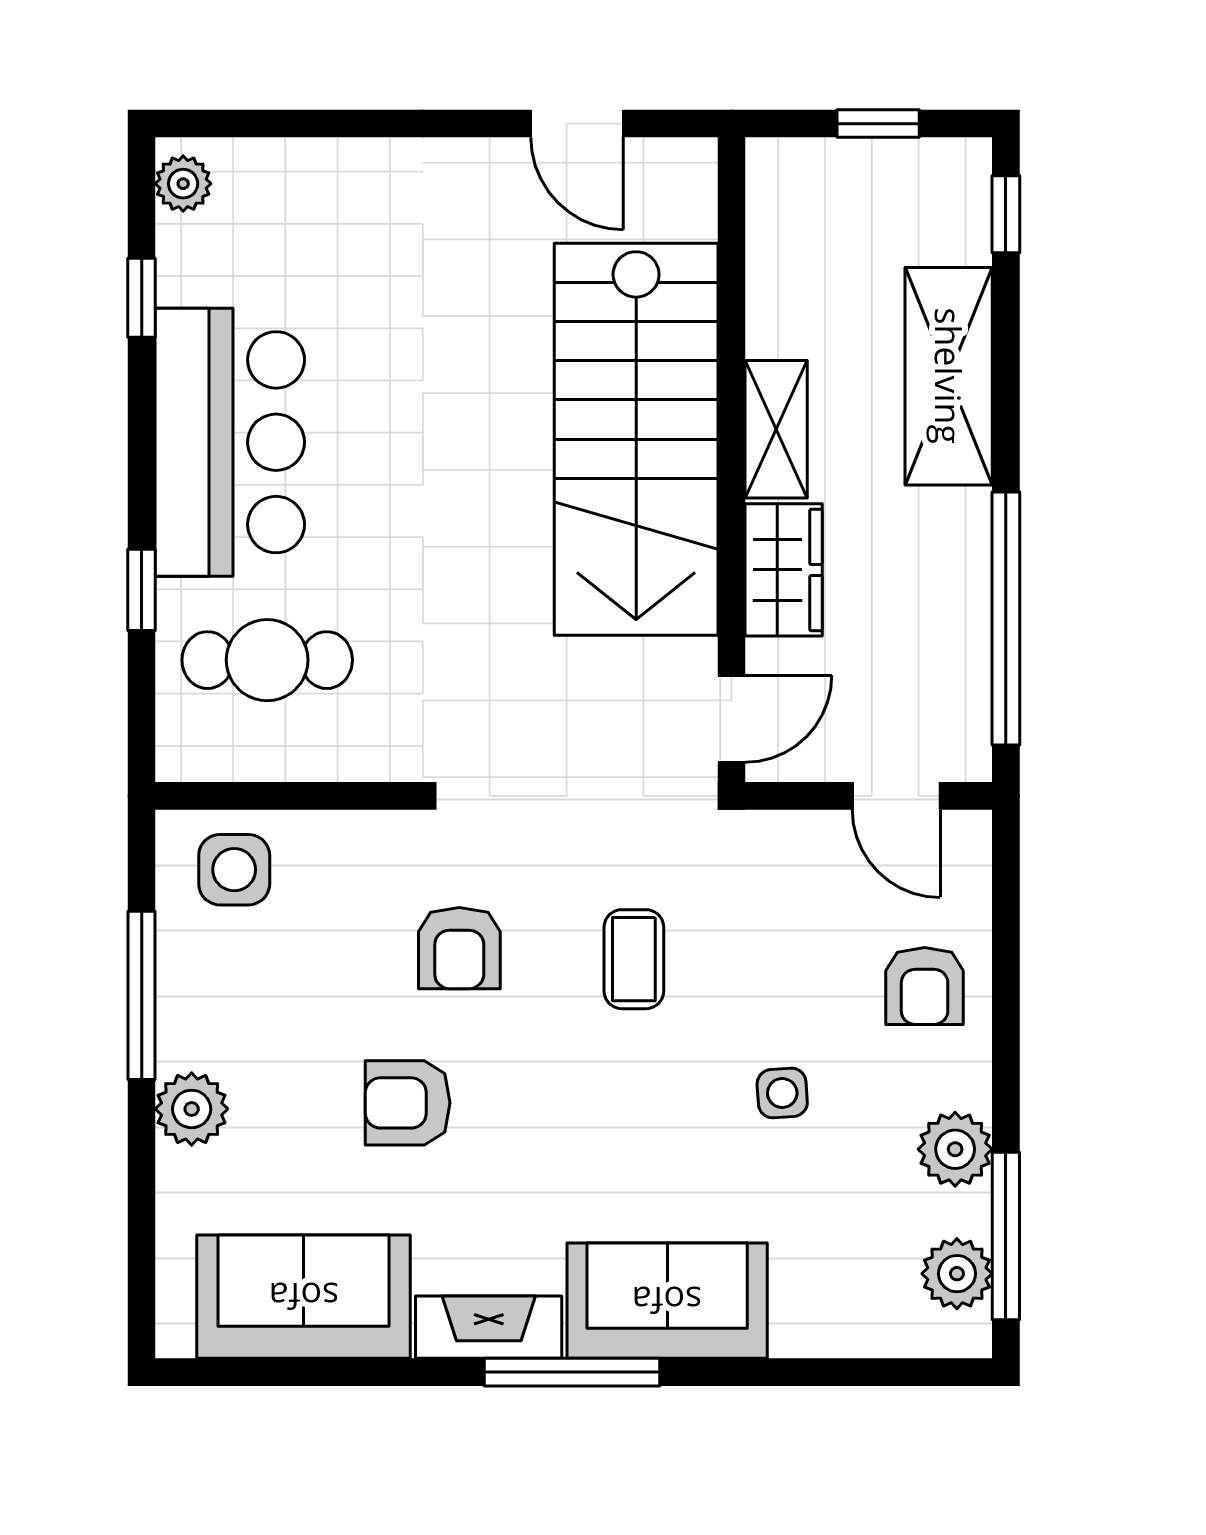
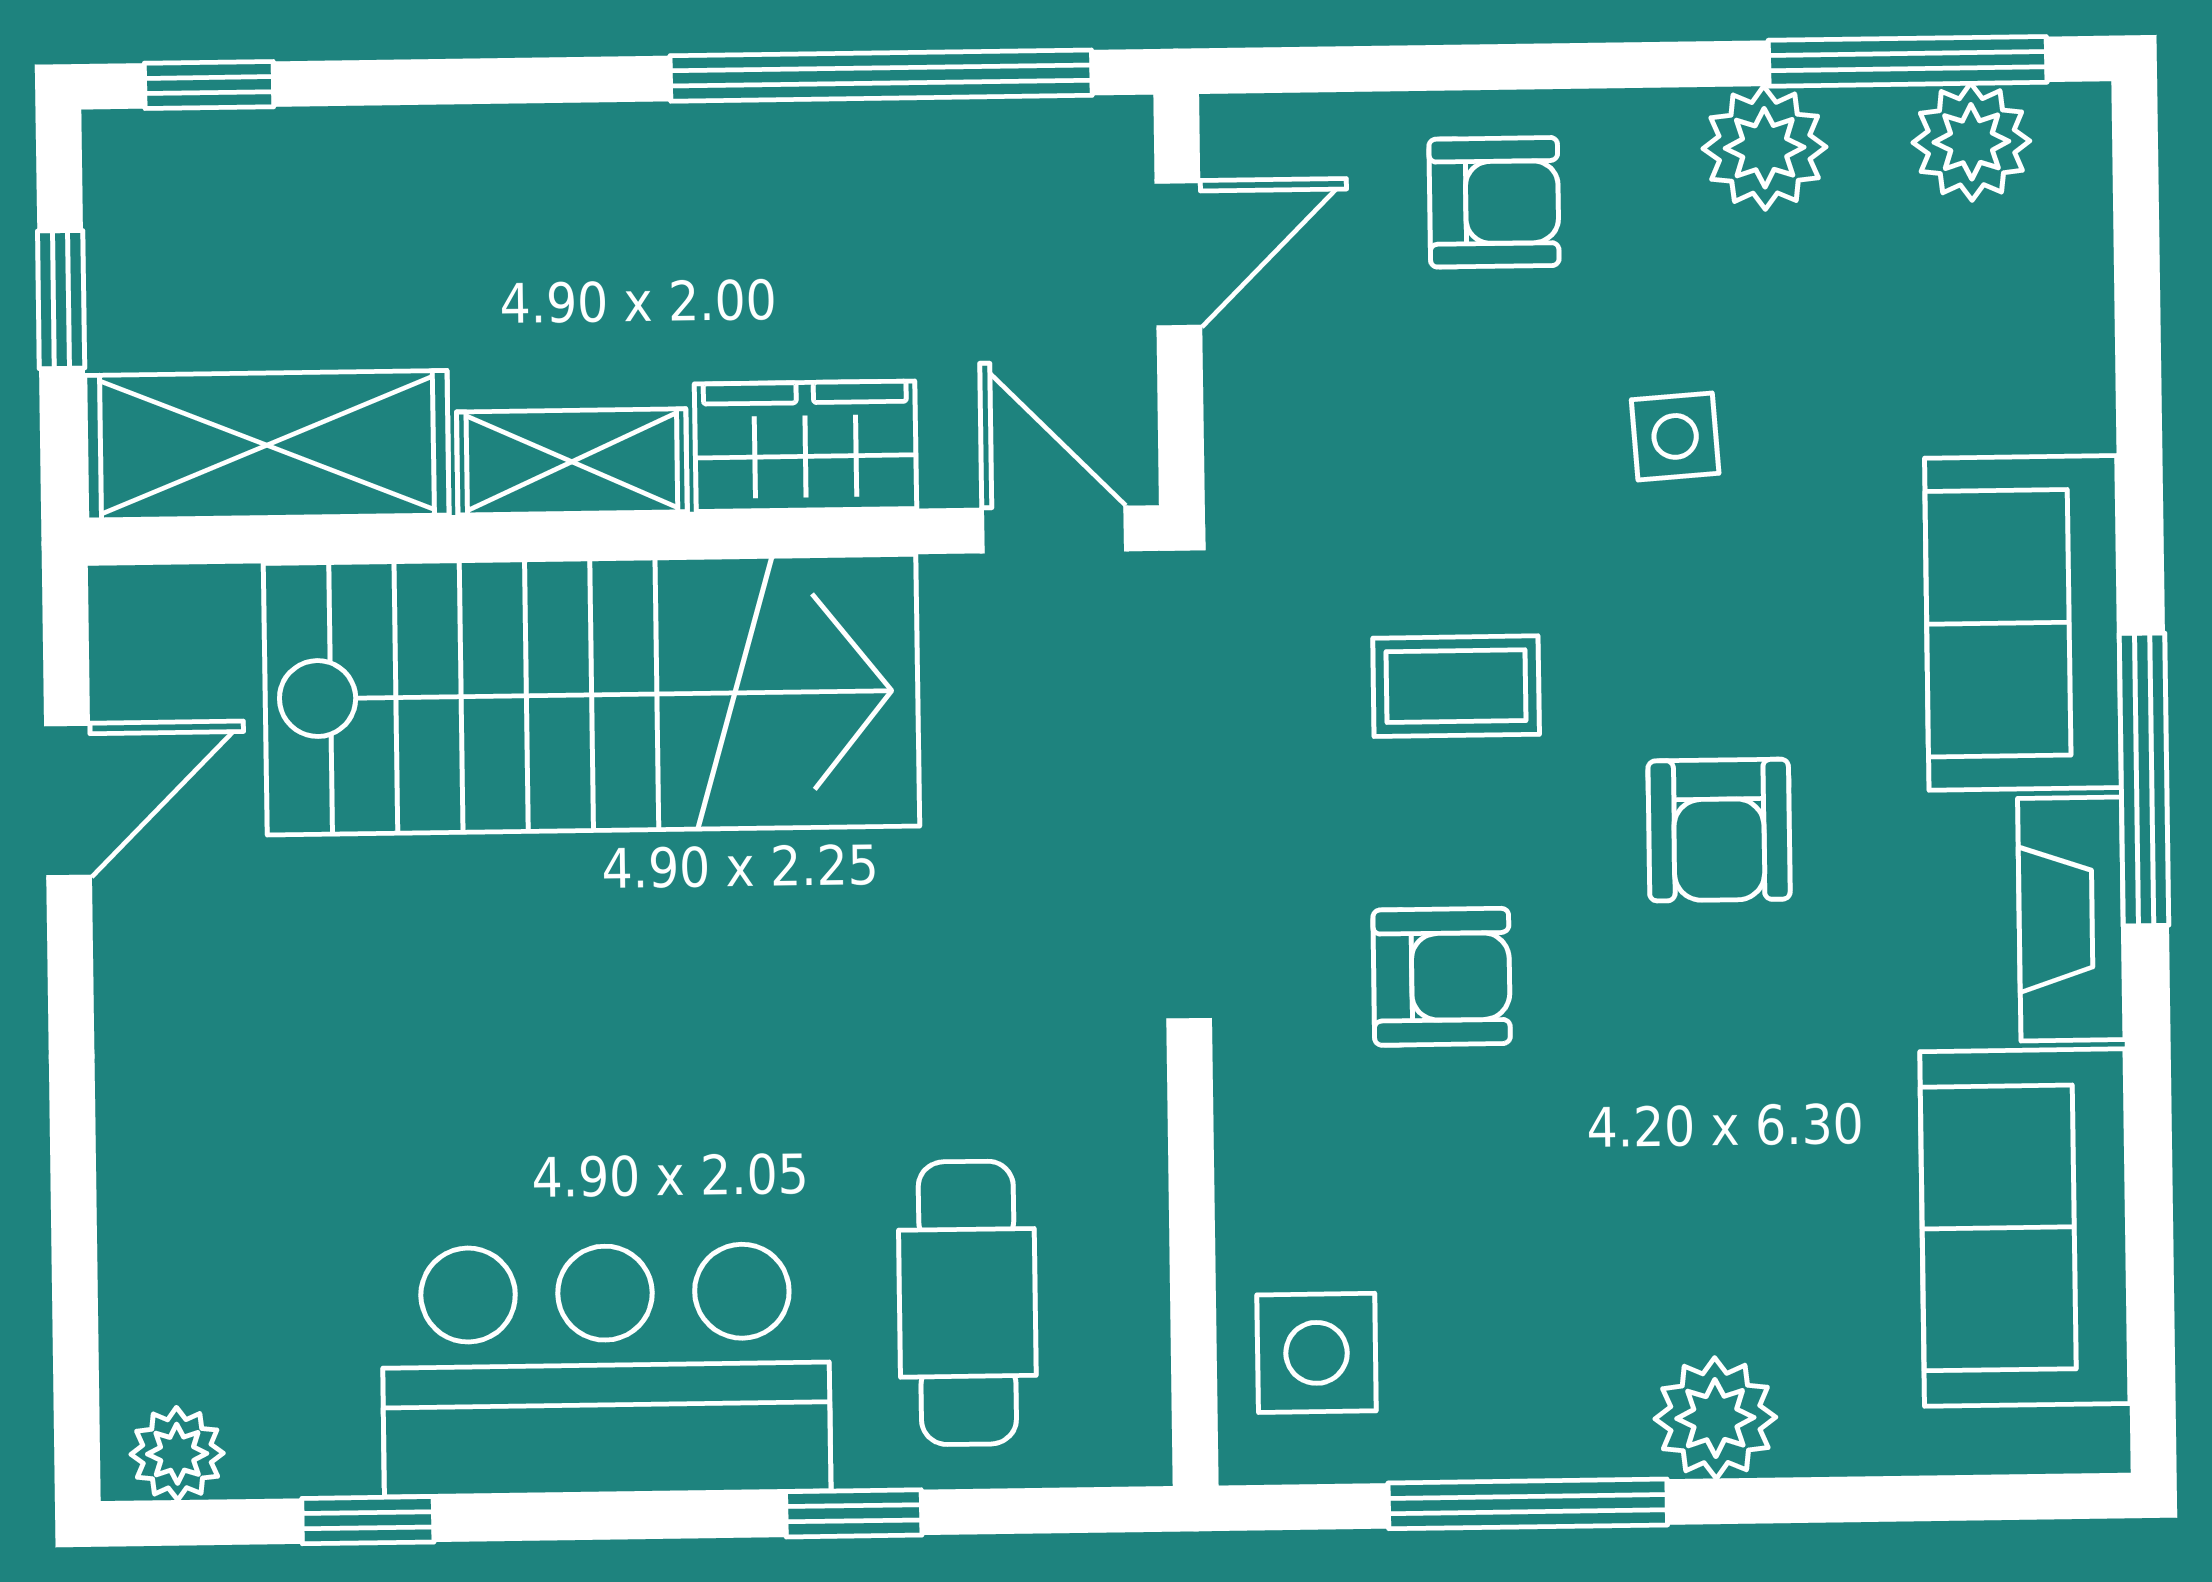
shelving: (949, 376) -> (267, 445), moved
armchair: (408, 1103) -> (1719, 830), moved

